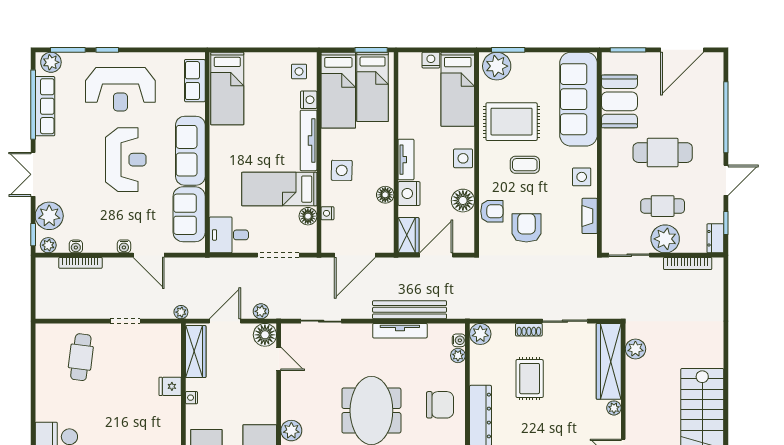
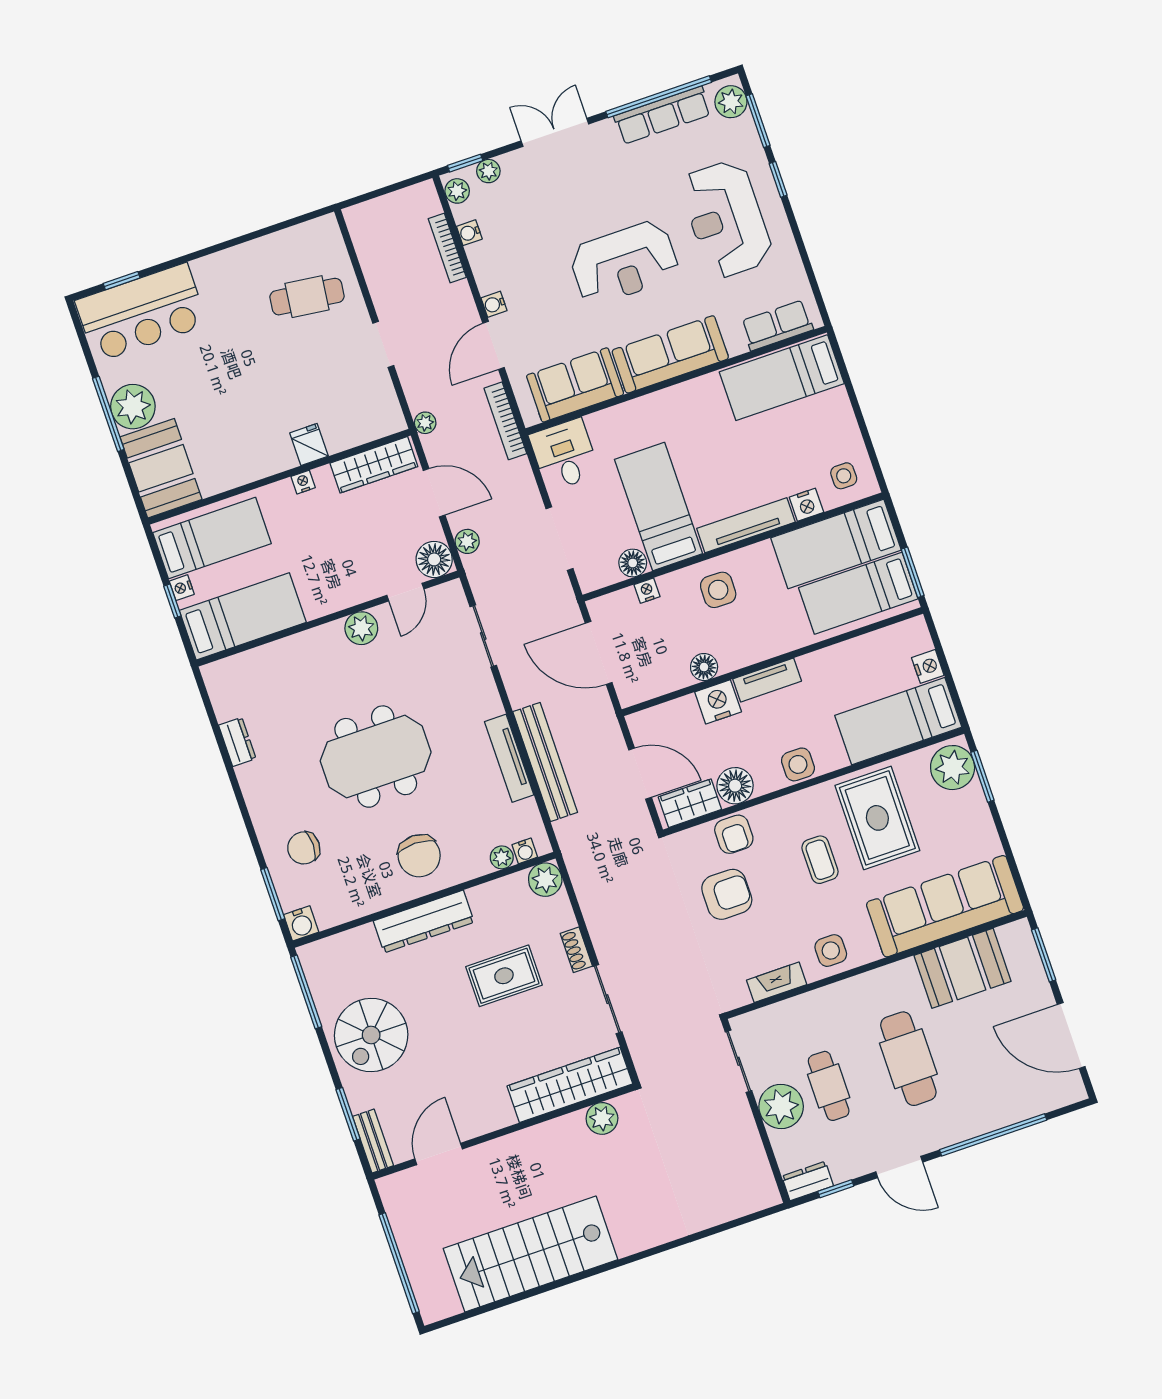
plant: (49, 216) -> (488, 171), width x0.53, depth x0.53
wardrobe: (408, 235) -> (690, 803), moved, turned 180
bookcase: (688, 264) -> (505, 421), moved
plant: (614, 408) -> (503, 1116), removed
plant: (291, 431) -> (361, 628), moved

